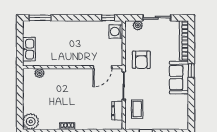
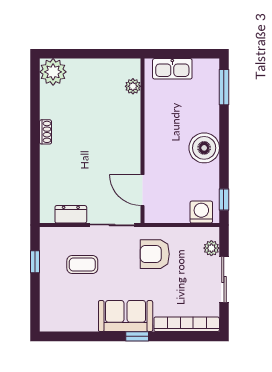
boiler: (77, 30) -> (204, 148), added
coffee table: (137, 109) -> (82, 265), moved

